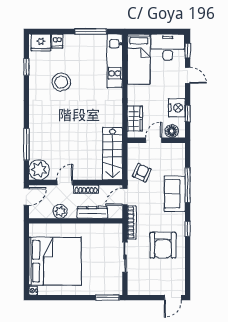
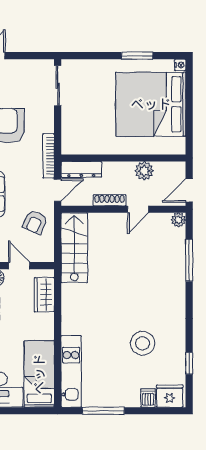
door: (154, 140) -> (19, 266), swing flipped
plant: (39, 170) -> (178, 220), width x0.53, depth x0.53
dresser: (92, 212) -> (81, 169), moved
sliding door: (125, 257) -> (58, 86), moved
window: (107, 298) -> (137, 56), moved

